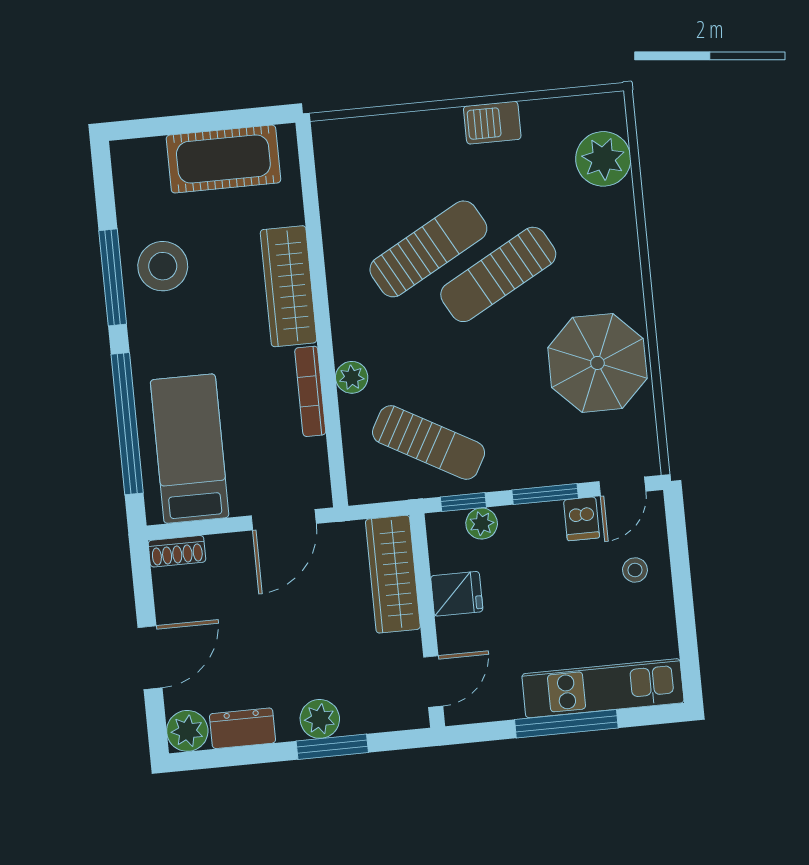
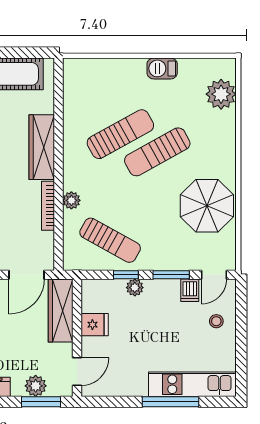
wardrobe: (393, 574) -> (61, 310), moved
fridge: (457, 594) -> (95, 325), moved
wall: (427, 621) -> (77, 338), moved
door: (433, 682) -> (77, 371), moved

